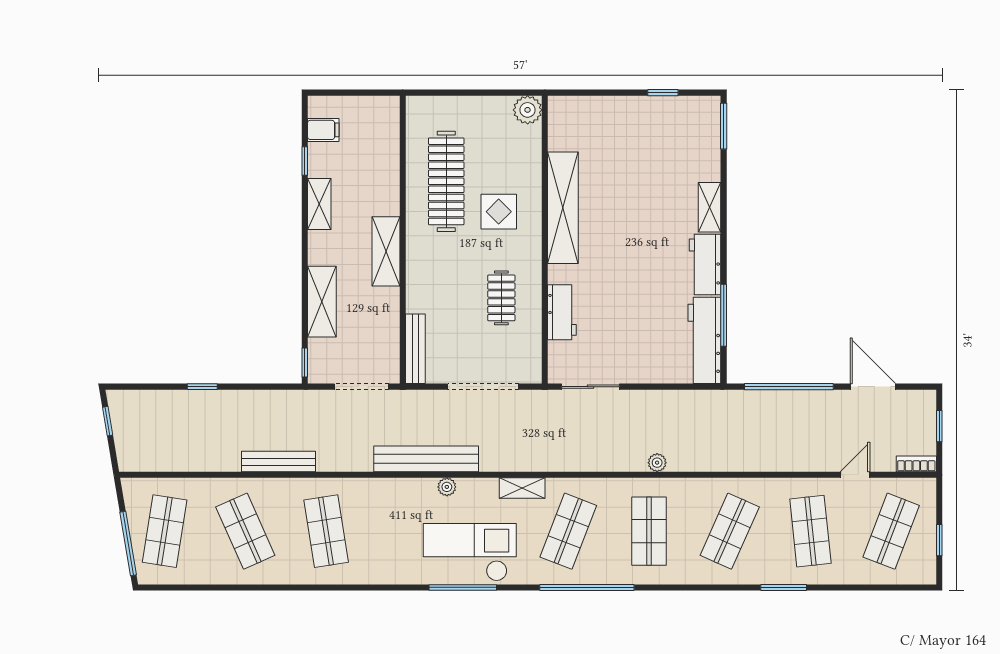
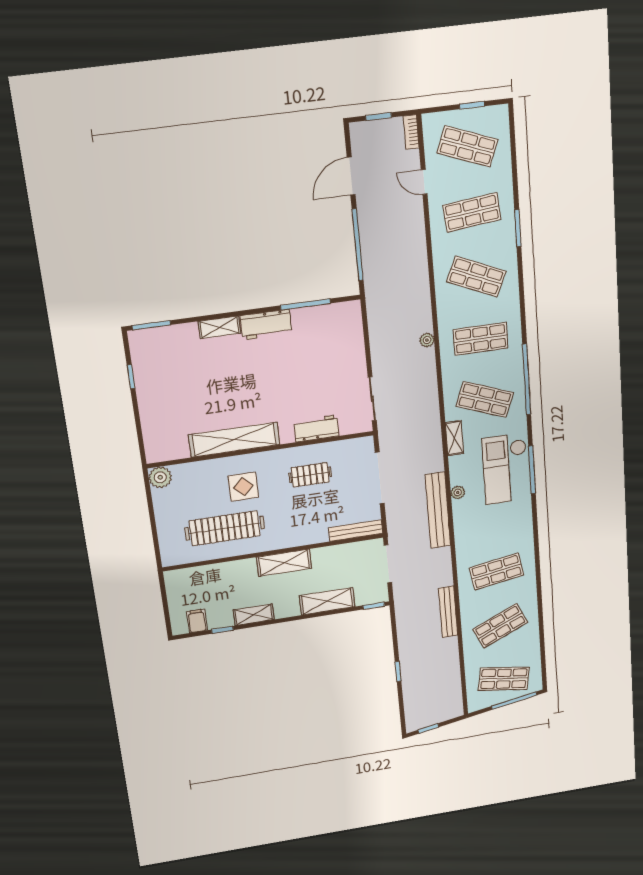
workbench: (704, 340) -> (327, 317), removed

